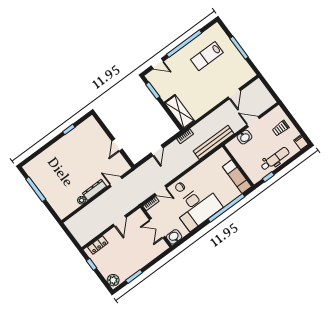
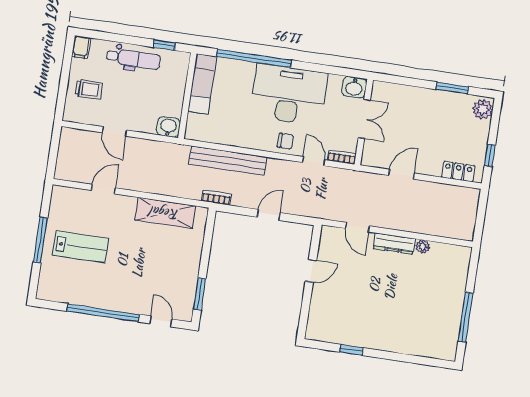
lab bench: (207, 56) -> (80, 247), moved
shelving: (179, 112) -> (165, 213), moved, turned 90
washbasin: (244, 137) -> (168, 127), moved
bench: (214, 142) -> (228, 161), moved
dental chair: (275, 159) -> (133, 59), turned 180

